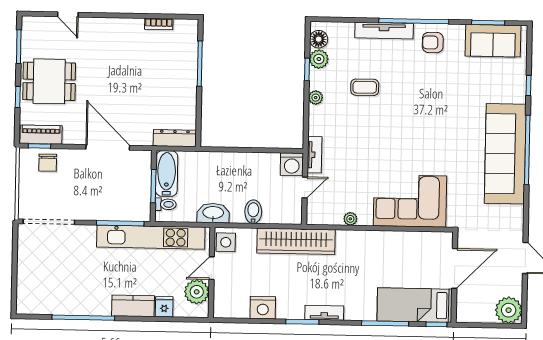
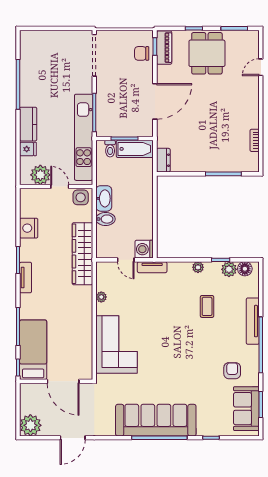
armchair: (433, 43) -> (232, 371), moved
dresser: (175, 138) -> (163, 160), width x0.70
washbasin: (213, 213) -> (104, 198), moved

